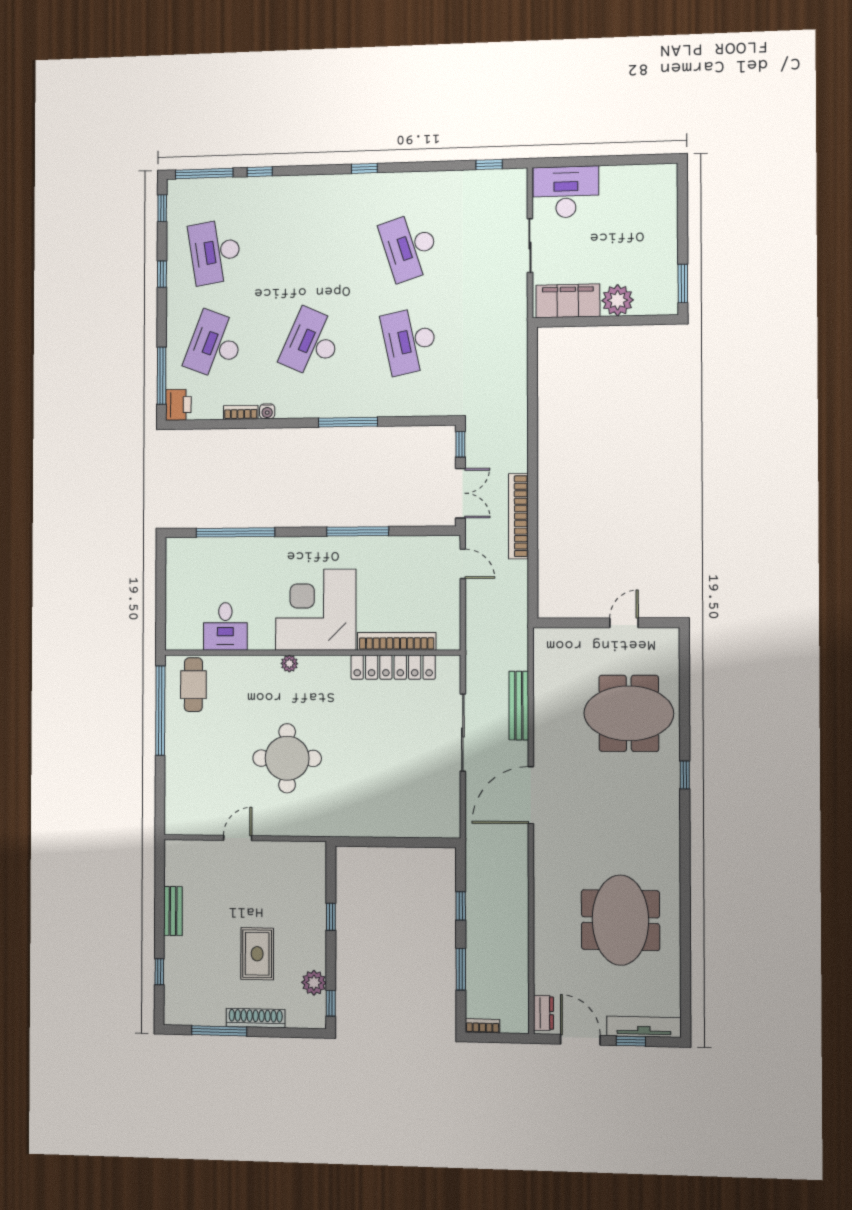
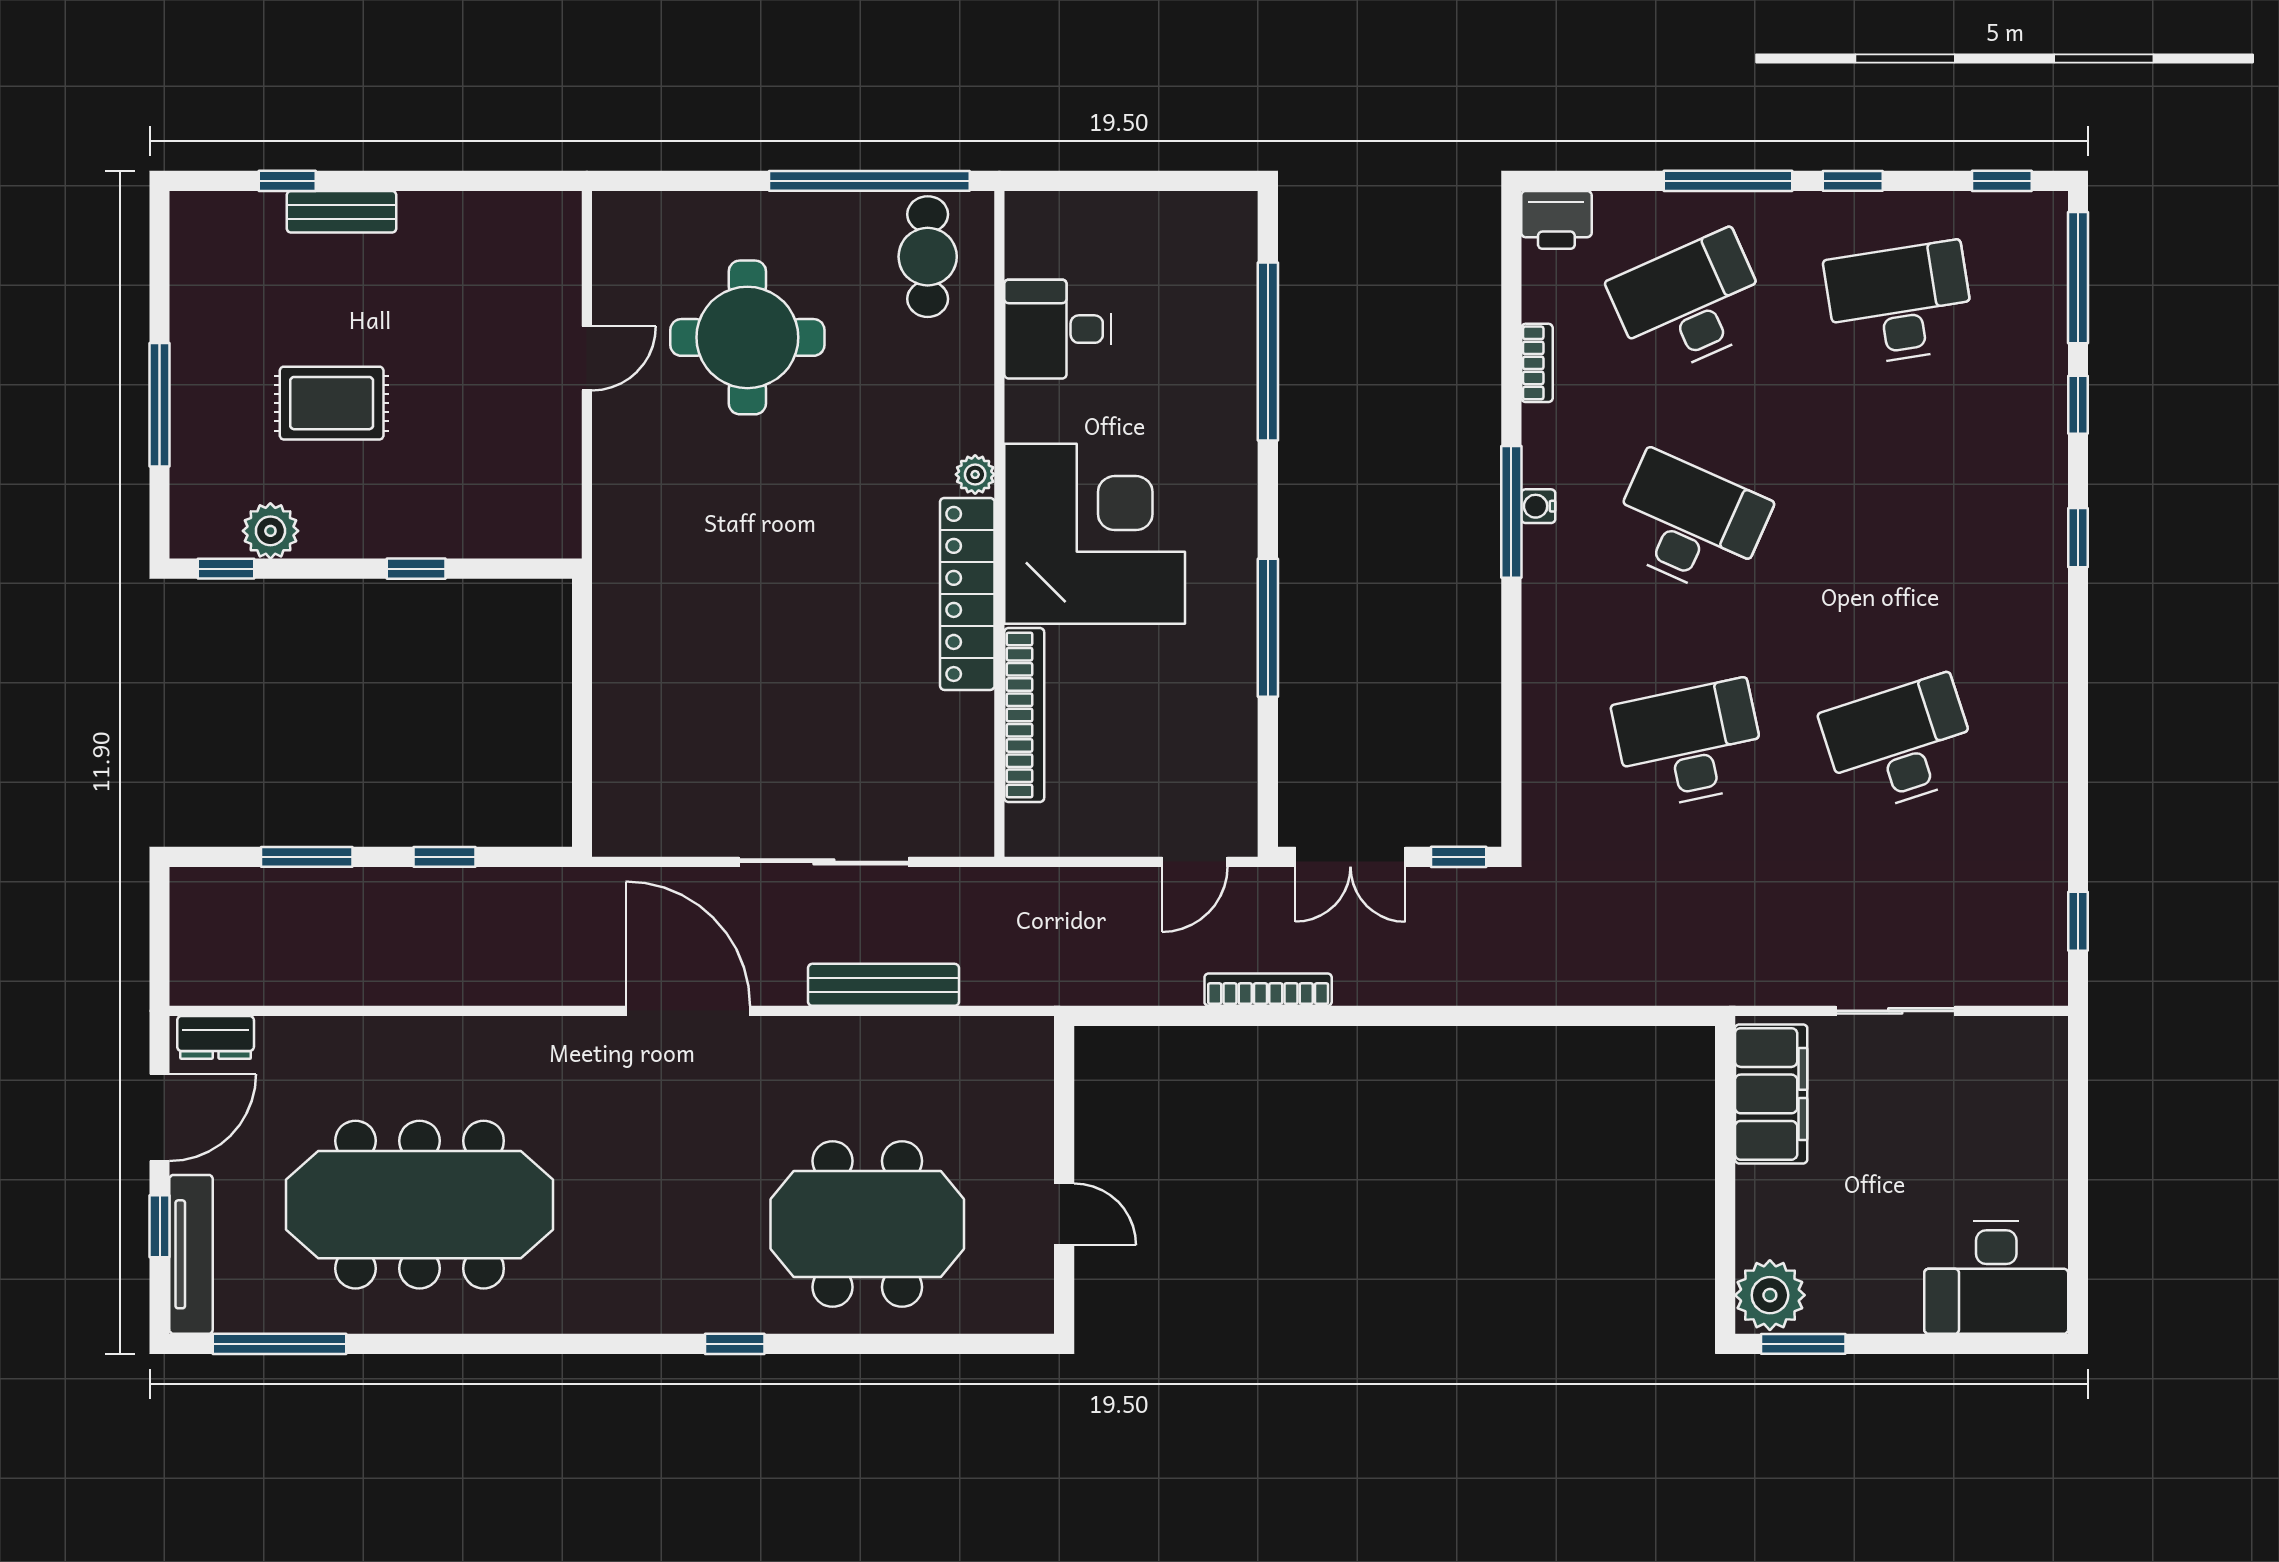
window: (364, 168) -> (2078, 538), moved
desk: (566, 192) -> (1996, 1278), moved, turned 90
plant: (618, 300) -> (1770, 1295), moved
desk: (215, 345) -> (1690, 303), turned -45
window: (162, 376) -> (1728, 181), moved
water cooler: (267, 411) -> (1538, 506), moved
window: (348, 422) -> (1511, 512), moved
bookcase: (518, 516) -> (1268, 990), width x0.68, depth x0.76
locker: (393, 667) -> (967, 594), moved
cafe table: (193, 685) -> (928, 257), turned 90
meeting table: (629, 713) -> (867, 1224), turned 90
round table: (287, 758) -> (747, 337), moved
door: (238, 838) -> (587, 358), hinge flipped
bench: (173, 911) -> (341, 212), moved
meeting table: (620, 920) -> (420, 1205), width x1.36
window: (686, 986) -> (279, 1344), added
shoe rack: (256, 1018) -> (190, 400), removed
bookcase: (483, 1026) -> (185, 904), removed
window: (219, 1031) -> (160, 405), moved

